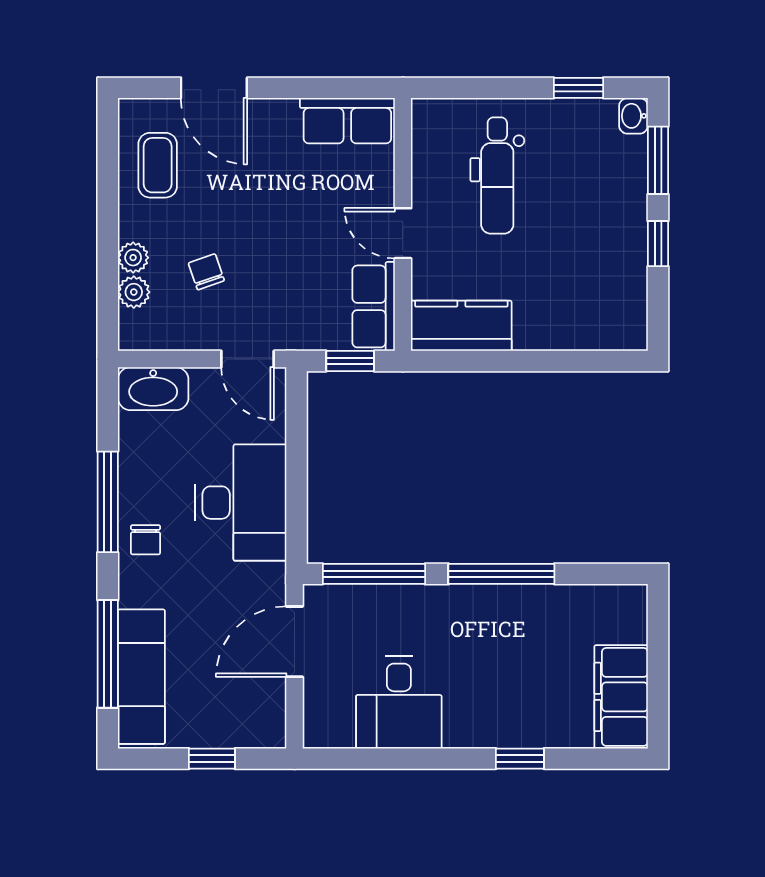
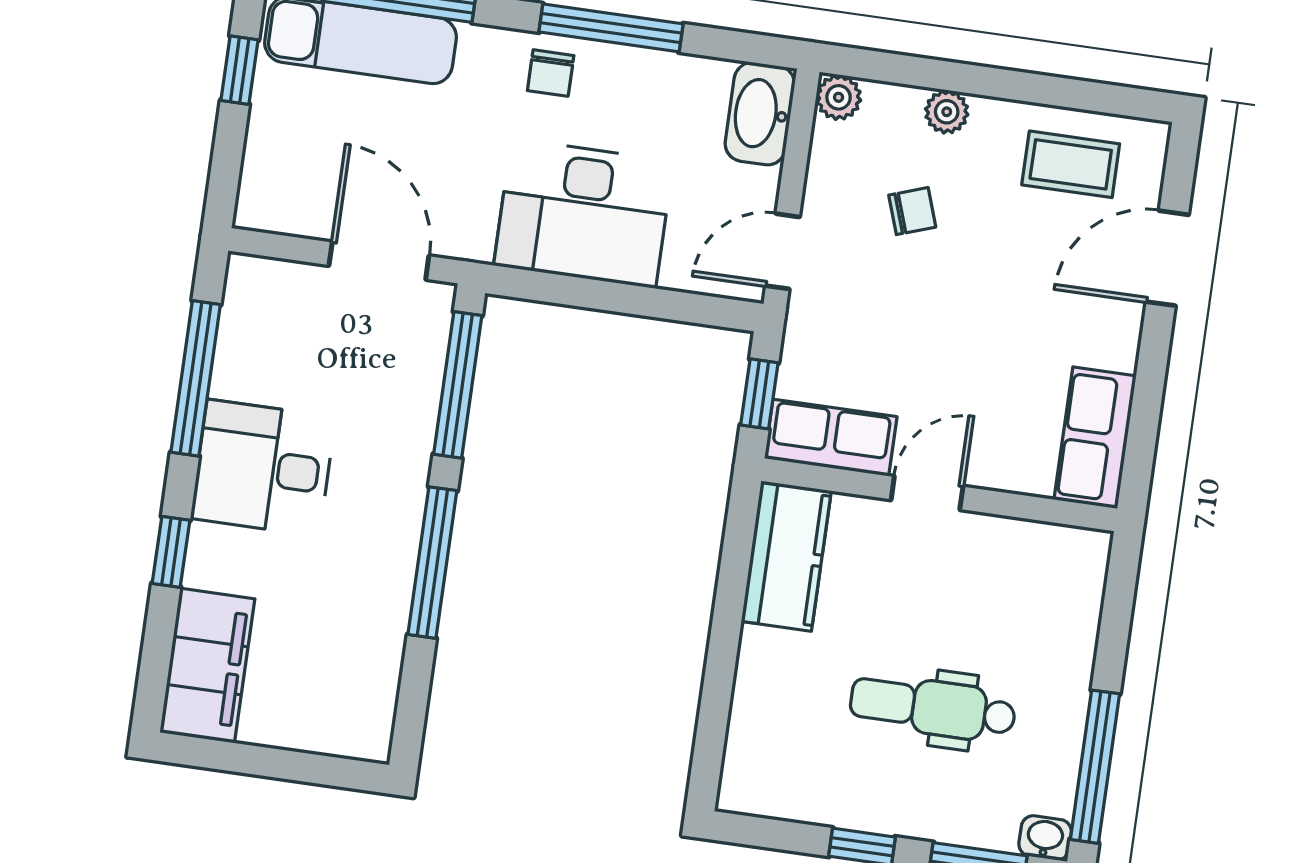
window: (578, 88) -> (1095, 767), width x2.17
dental chair: (497, 176) -> (933, 708), moved
plant: (134, 292) -> (839, 97), moved
chair: (146, 540) -> (551, 73), turned -90
filing cabinet: (621, 697) -> (207, 666), moved, turned 90
desk: (399, 702) -> (263, 468), moved
window: (212, 759) -> (240, 70), moved
window: (396, 759) -> (196, 378), added

